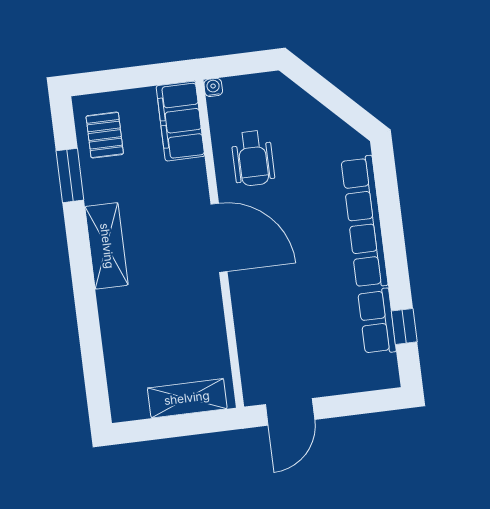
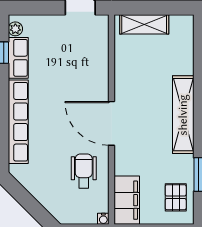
shelving: (107, 246) -> (183, 115), width x1.47
plant: (387, 366) -> (15, 29), added

